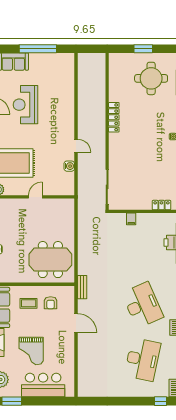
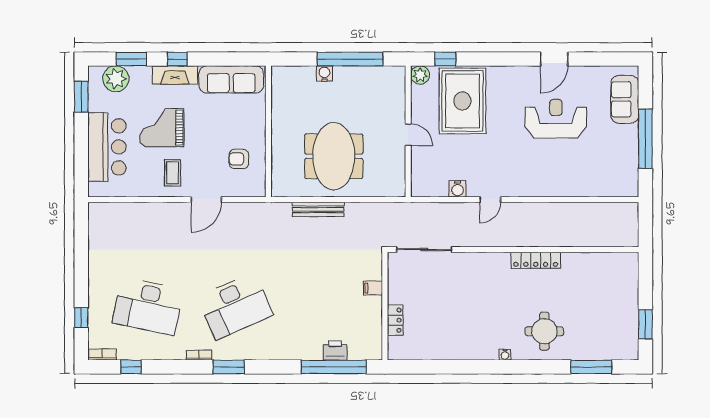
window: (143, 49) -> (645, 324), moved
round table: (151, 78) -> (544, 331), moved, width x0.73, depth x0.73
locker: (161, 205) -> (395, 320), moved
meeting table: (50, 260) -> (334, 156), moved
bench: (82, 287) -> (318, 209), moved, width x1.36
coffee table: (29, 303) -> (173, 173), moved
window: (160, 401) -> (81, 318), moved

